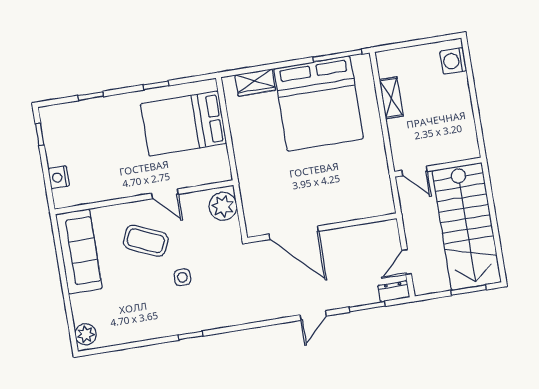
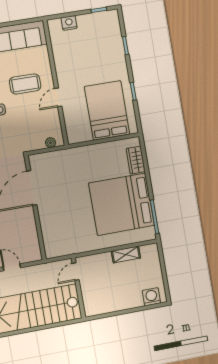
plant: (223, 206) -> (51, 143), width x0.53, depth x0.53
coffee table: (146, 241) -> (25, 84), turned 66

